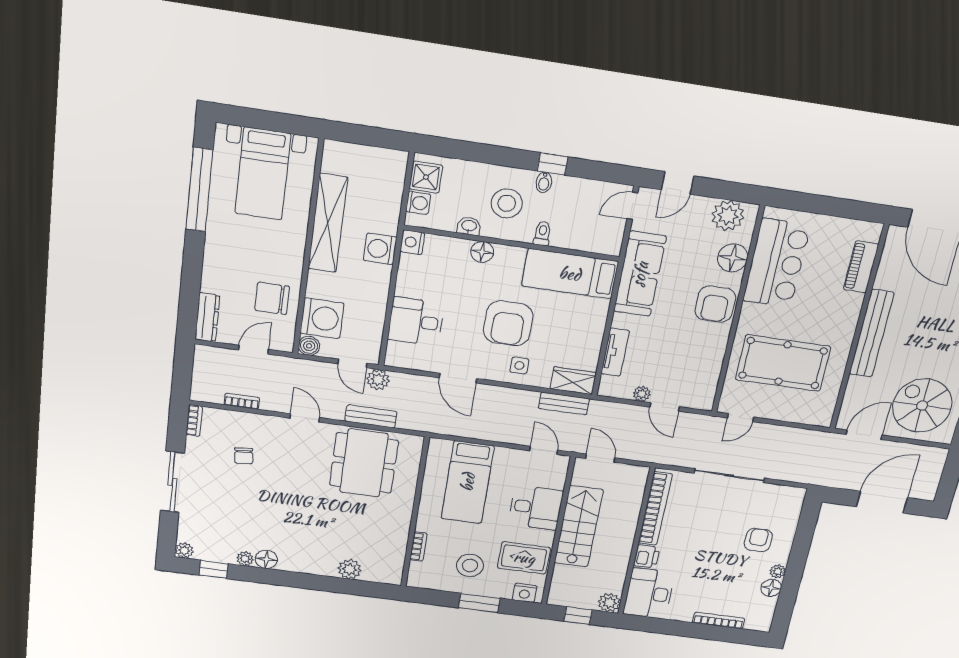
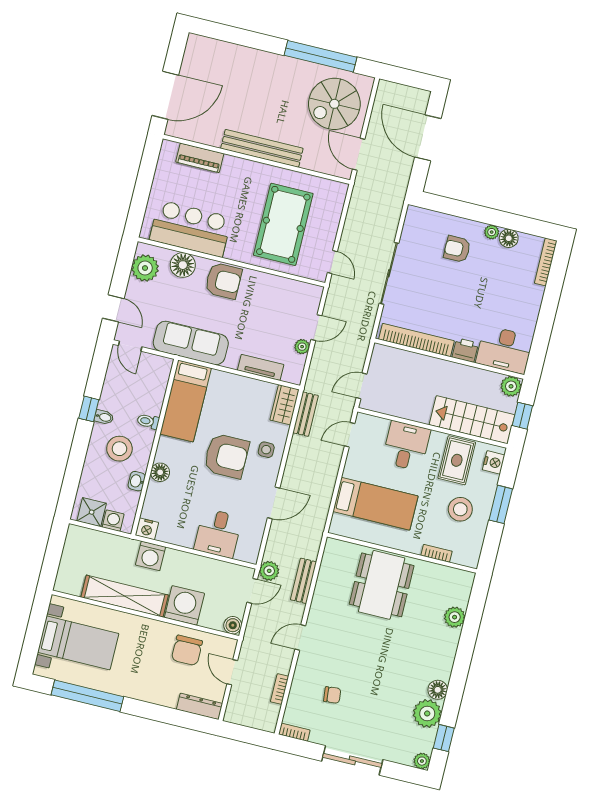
washing machine: (322, 318) -> (184, 605), moved
dining table: (364, 463) -> (382, 585), moved, turned 90
stairs: (579, 526) -> (472, 420), moved
plant: (245, 559) -> (427, 713), width x1.87, depth x1.87
bookcase: (719, 621) -> (546, 262), moved

